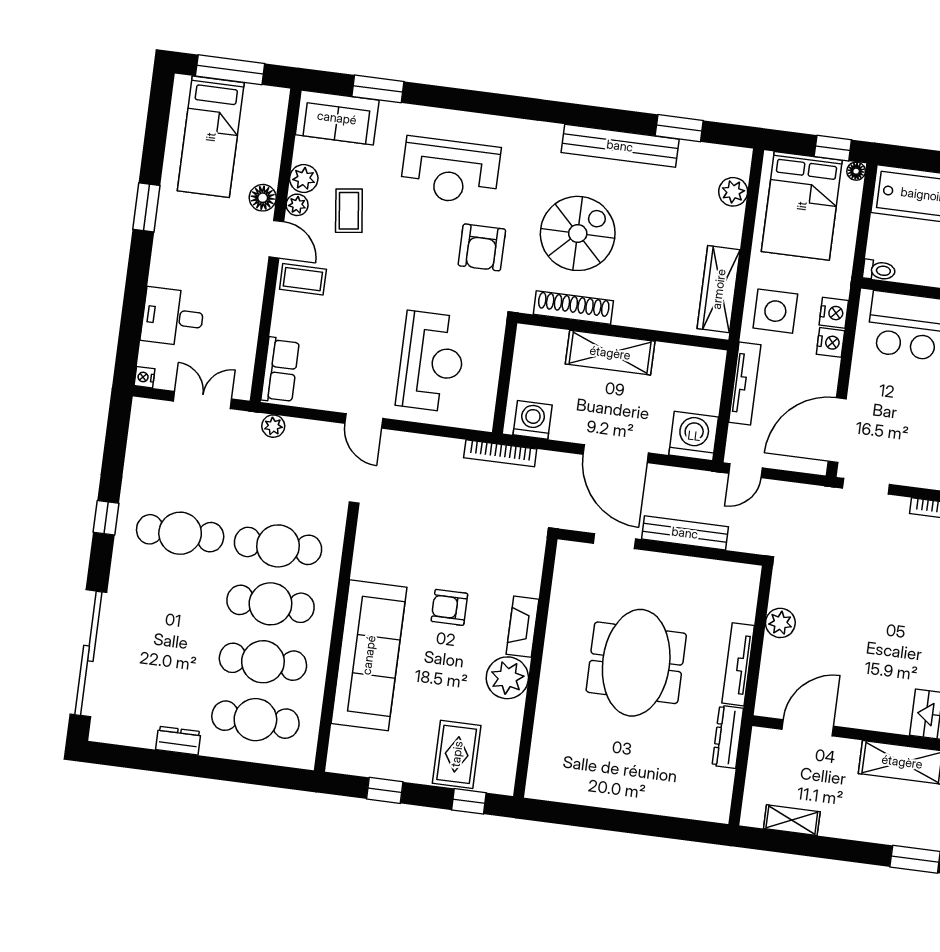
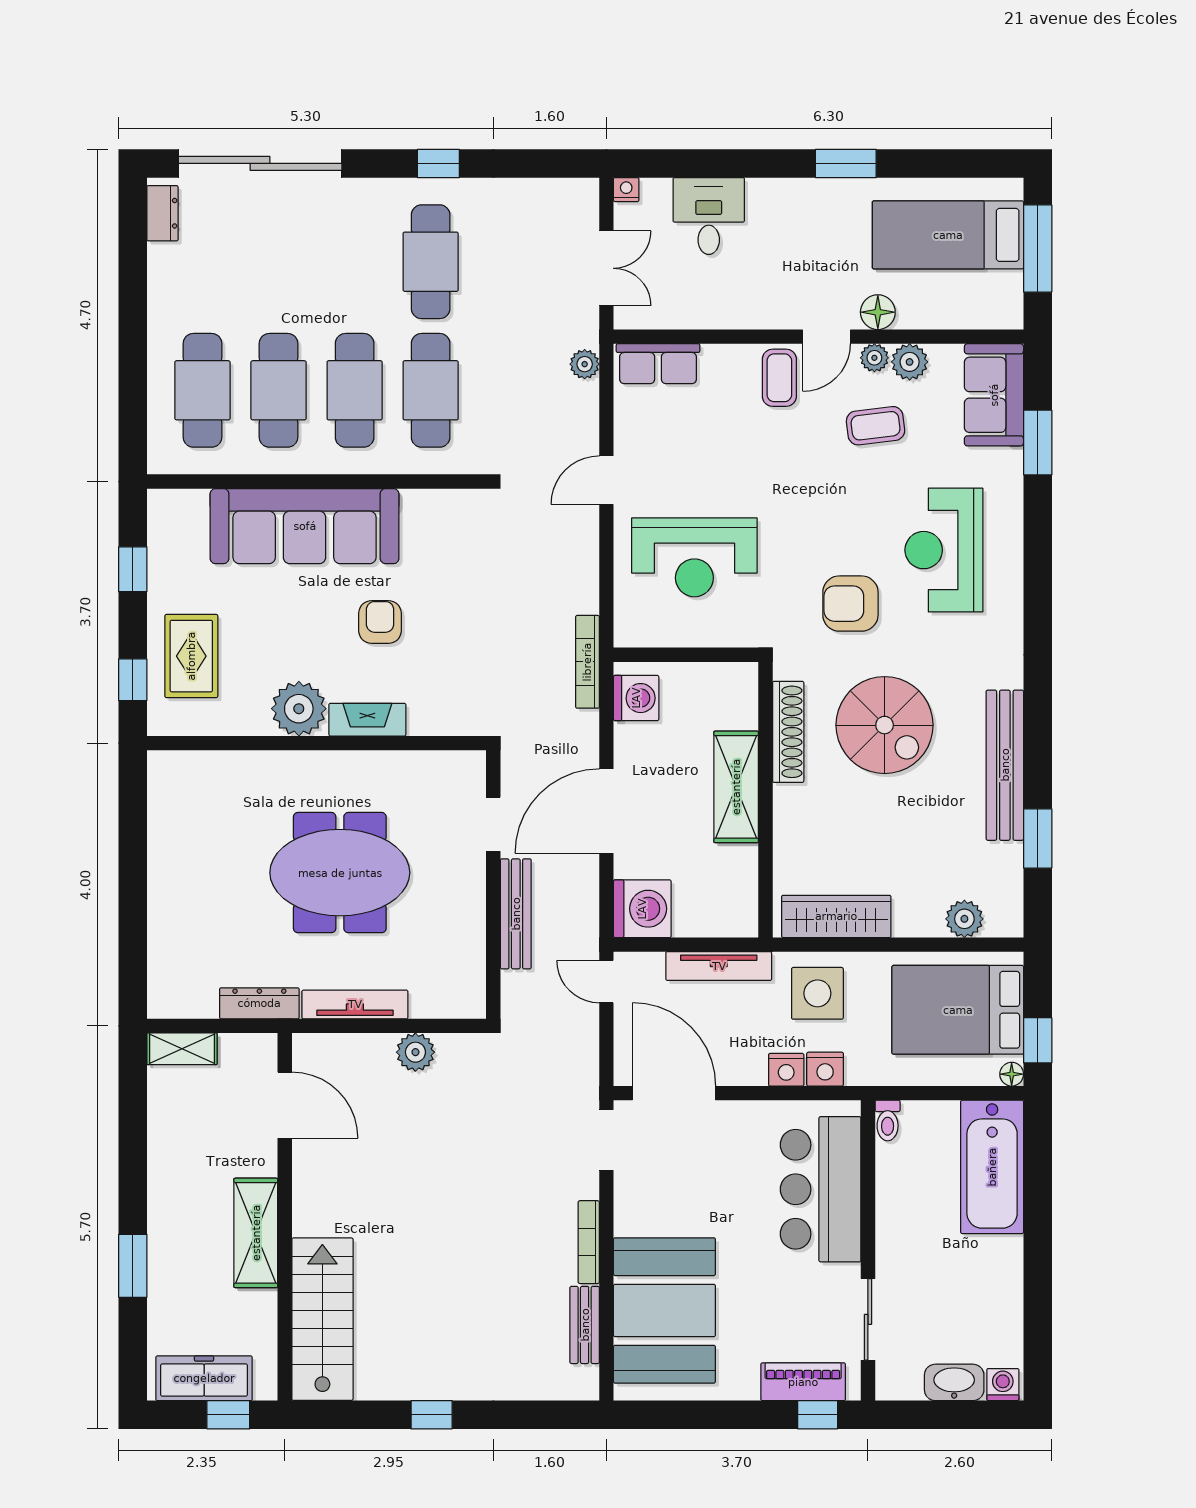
dresser: (178, 741) -> (162, 213), moved
rug: (457, 754) -> (191, 656), turned 90
shelving: (792, 820) -> (182, 1049), moved, turned 90

